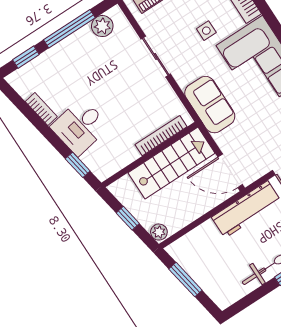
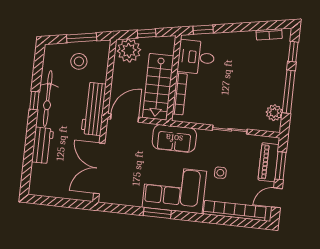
bookcase: (41, 109) -> (269, 34), moved
desk: (80, 127) -> (196, 57), moved, turned -80
plant: (159, 232) -> (129, 50), width x1.88, depth x1.88
stool: (211, 263) -> (79, 61), added

